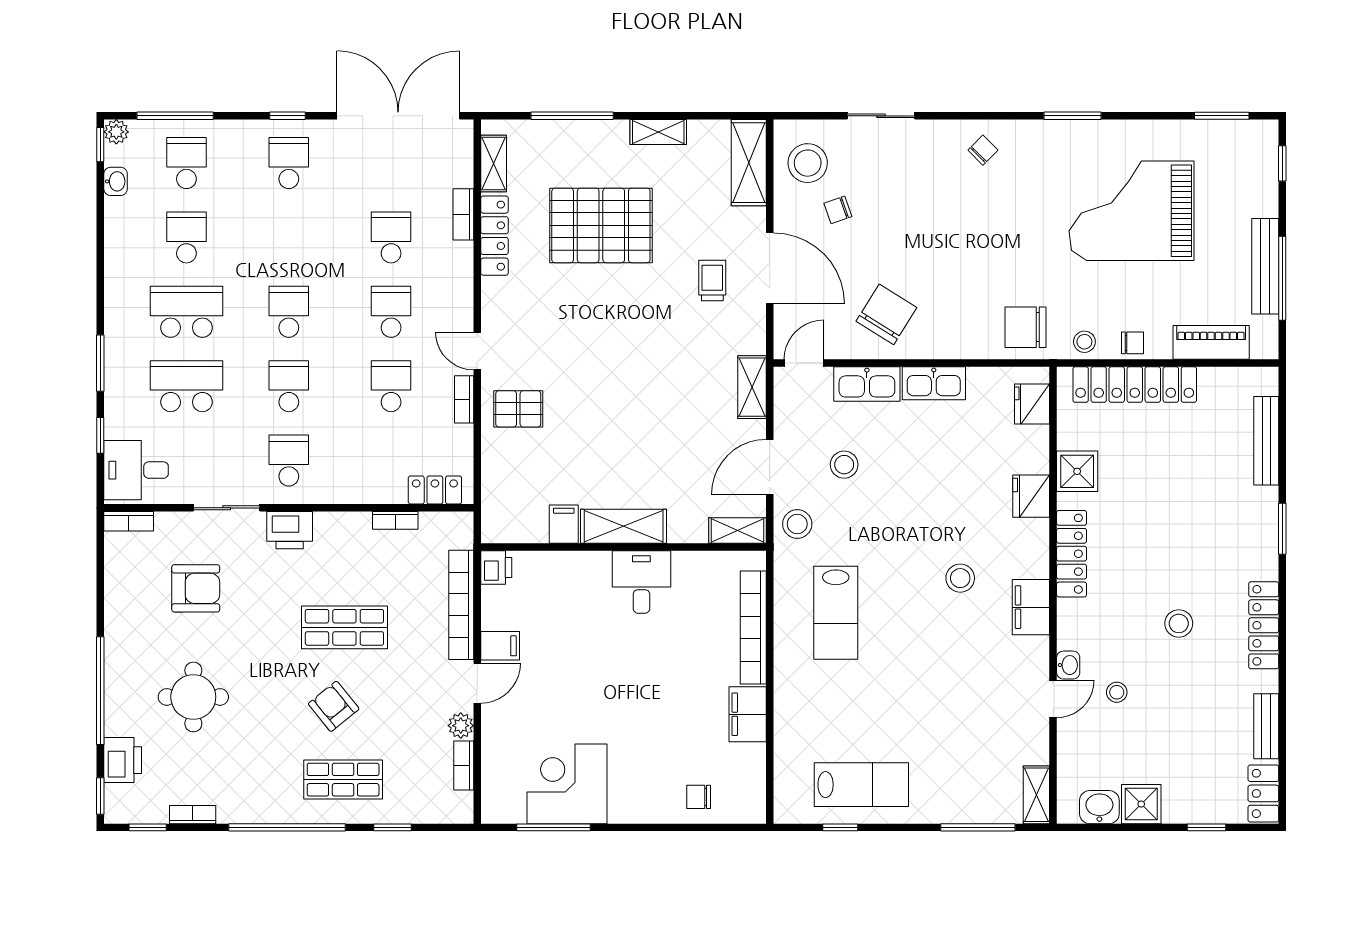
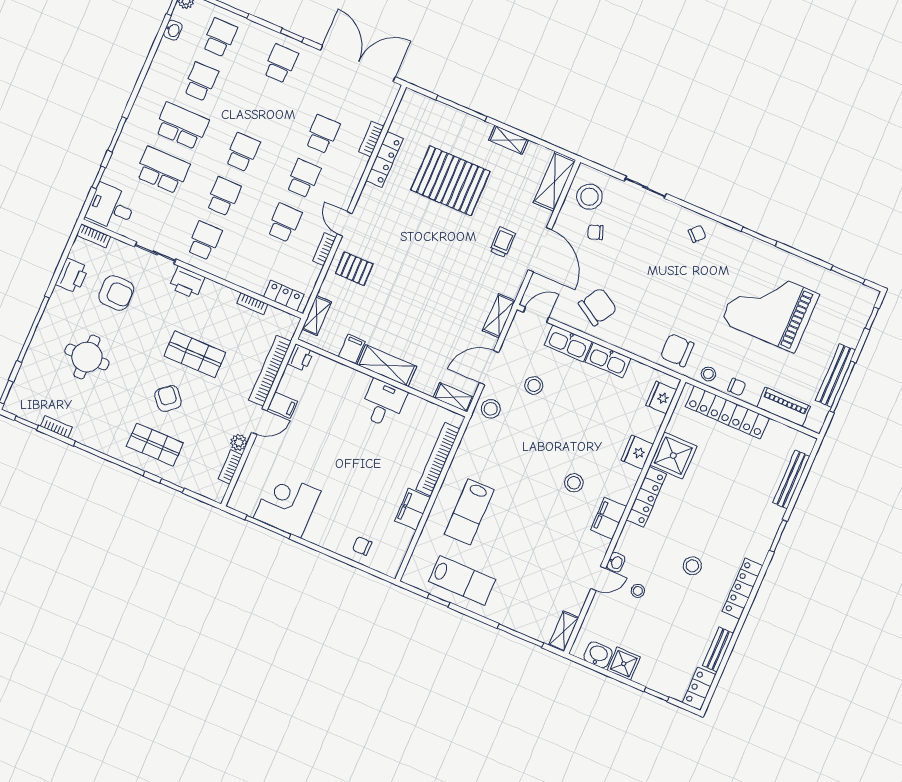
shelving: (494, 163) -> (317, 316), moved
shower: (1077, 471) -> (673, 456), width x1.36, depth x1.36
lab bench: (836, 613) -> (469, 512), moved
printer: (123, 760) -> (72, 276), moved

